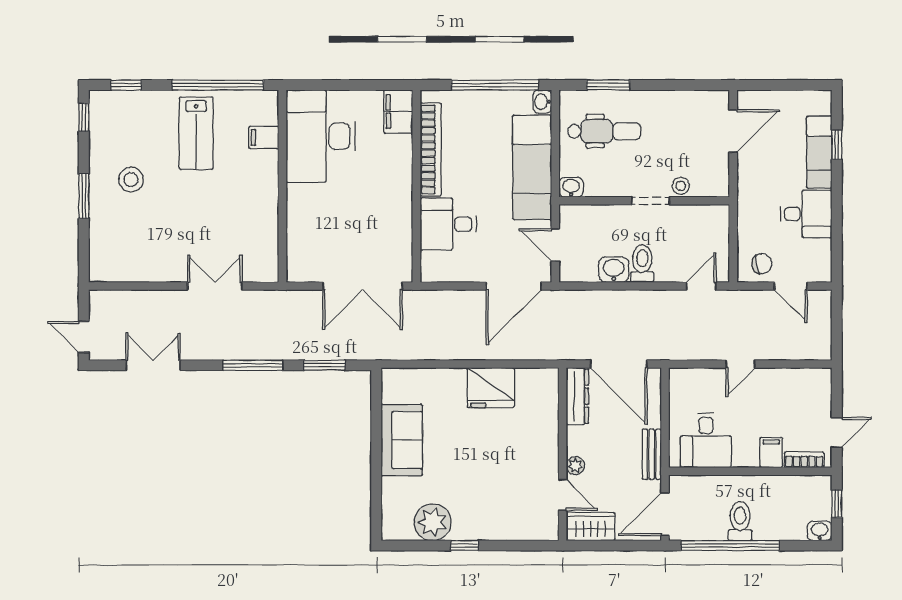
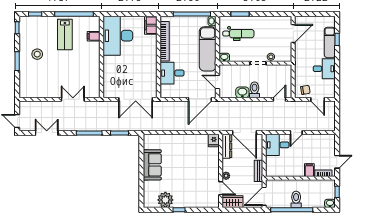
fridge: (491, 388) -> (214, 140), moved, width x0.53, depth x0.75
desk: (706, 440) -> (277, 145), moved, turned 90

